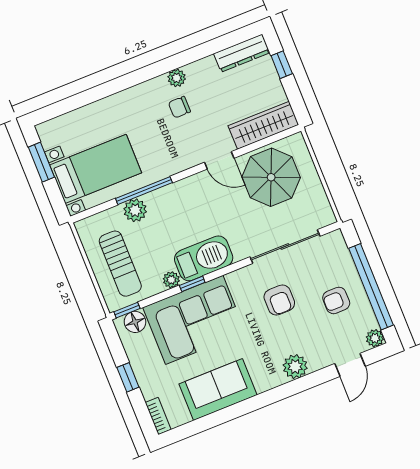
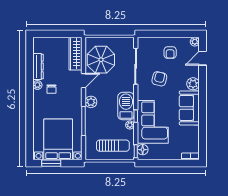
dresser: (242, 53) -> (38, 67), moved
window: (282, 65) -> (51, 34), removed
bed with nightstands: (96, 169) -> (58, 139), width x1.36
plant: (135, 210) -> (91, 102), moved
window: (371, 287) -> (170, 34), removed
armchair: (279, 300) -> (159, 79), turned -77
door: (350, 365) -> (202, 58), swing flipped
window: (128, 377) -> (167, 163), removed
sofa: (218, 390) -> (189, 108), moved

